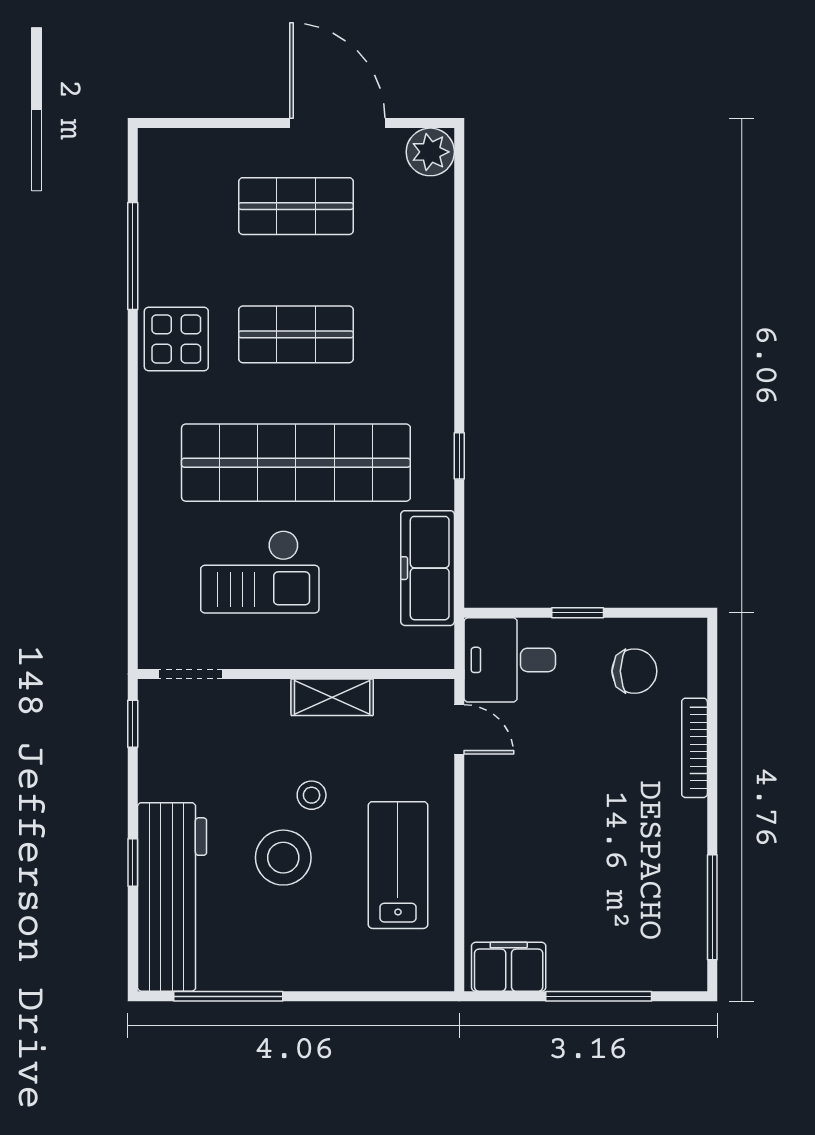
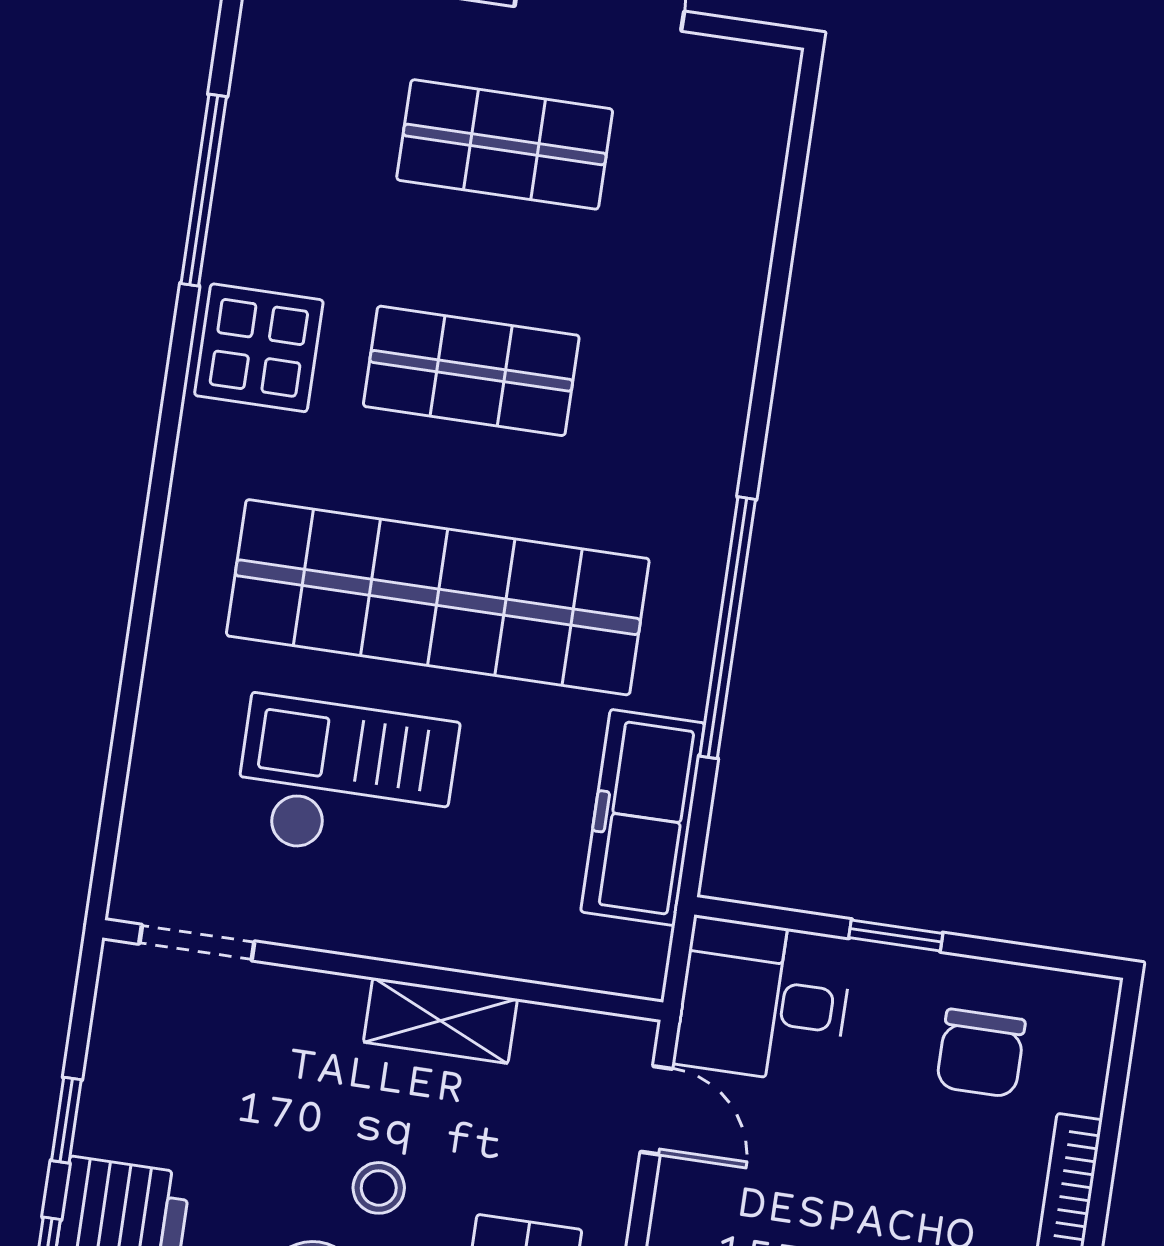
plant: (430, 152) -> (756, 84), removed
window: (459, 456) -> (728, 628), width x3.17
checkout: (260, 572) -> (346, 780), turned 180
chair: (634, 671) -> (981, 1053), turned 90
window: (133, 724) -> (66, 1120), moved

